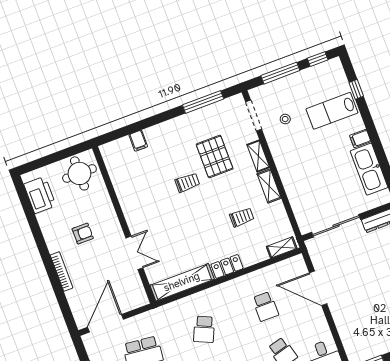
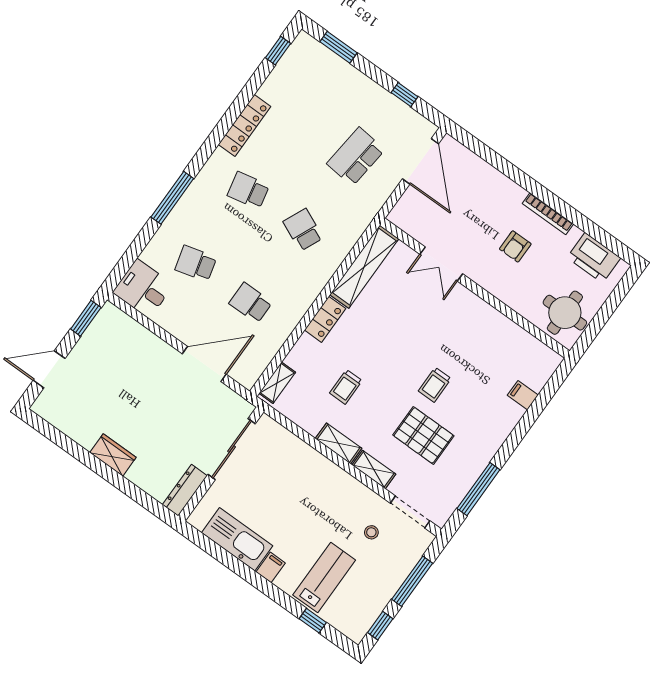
bookcase: (62, 271) -> (548, 214), moved

